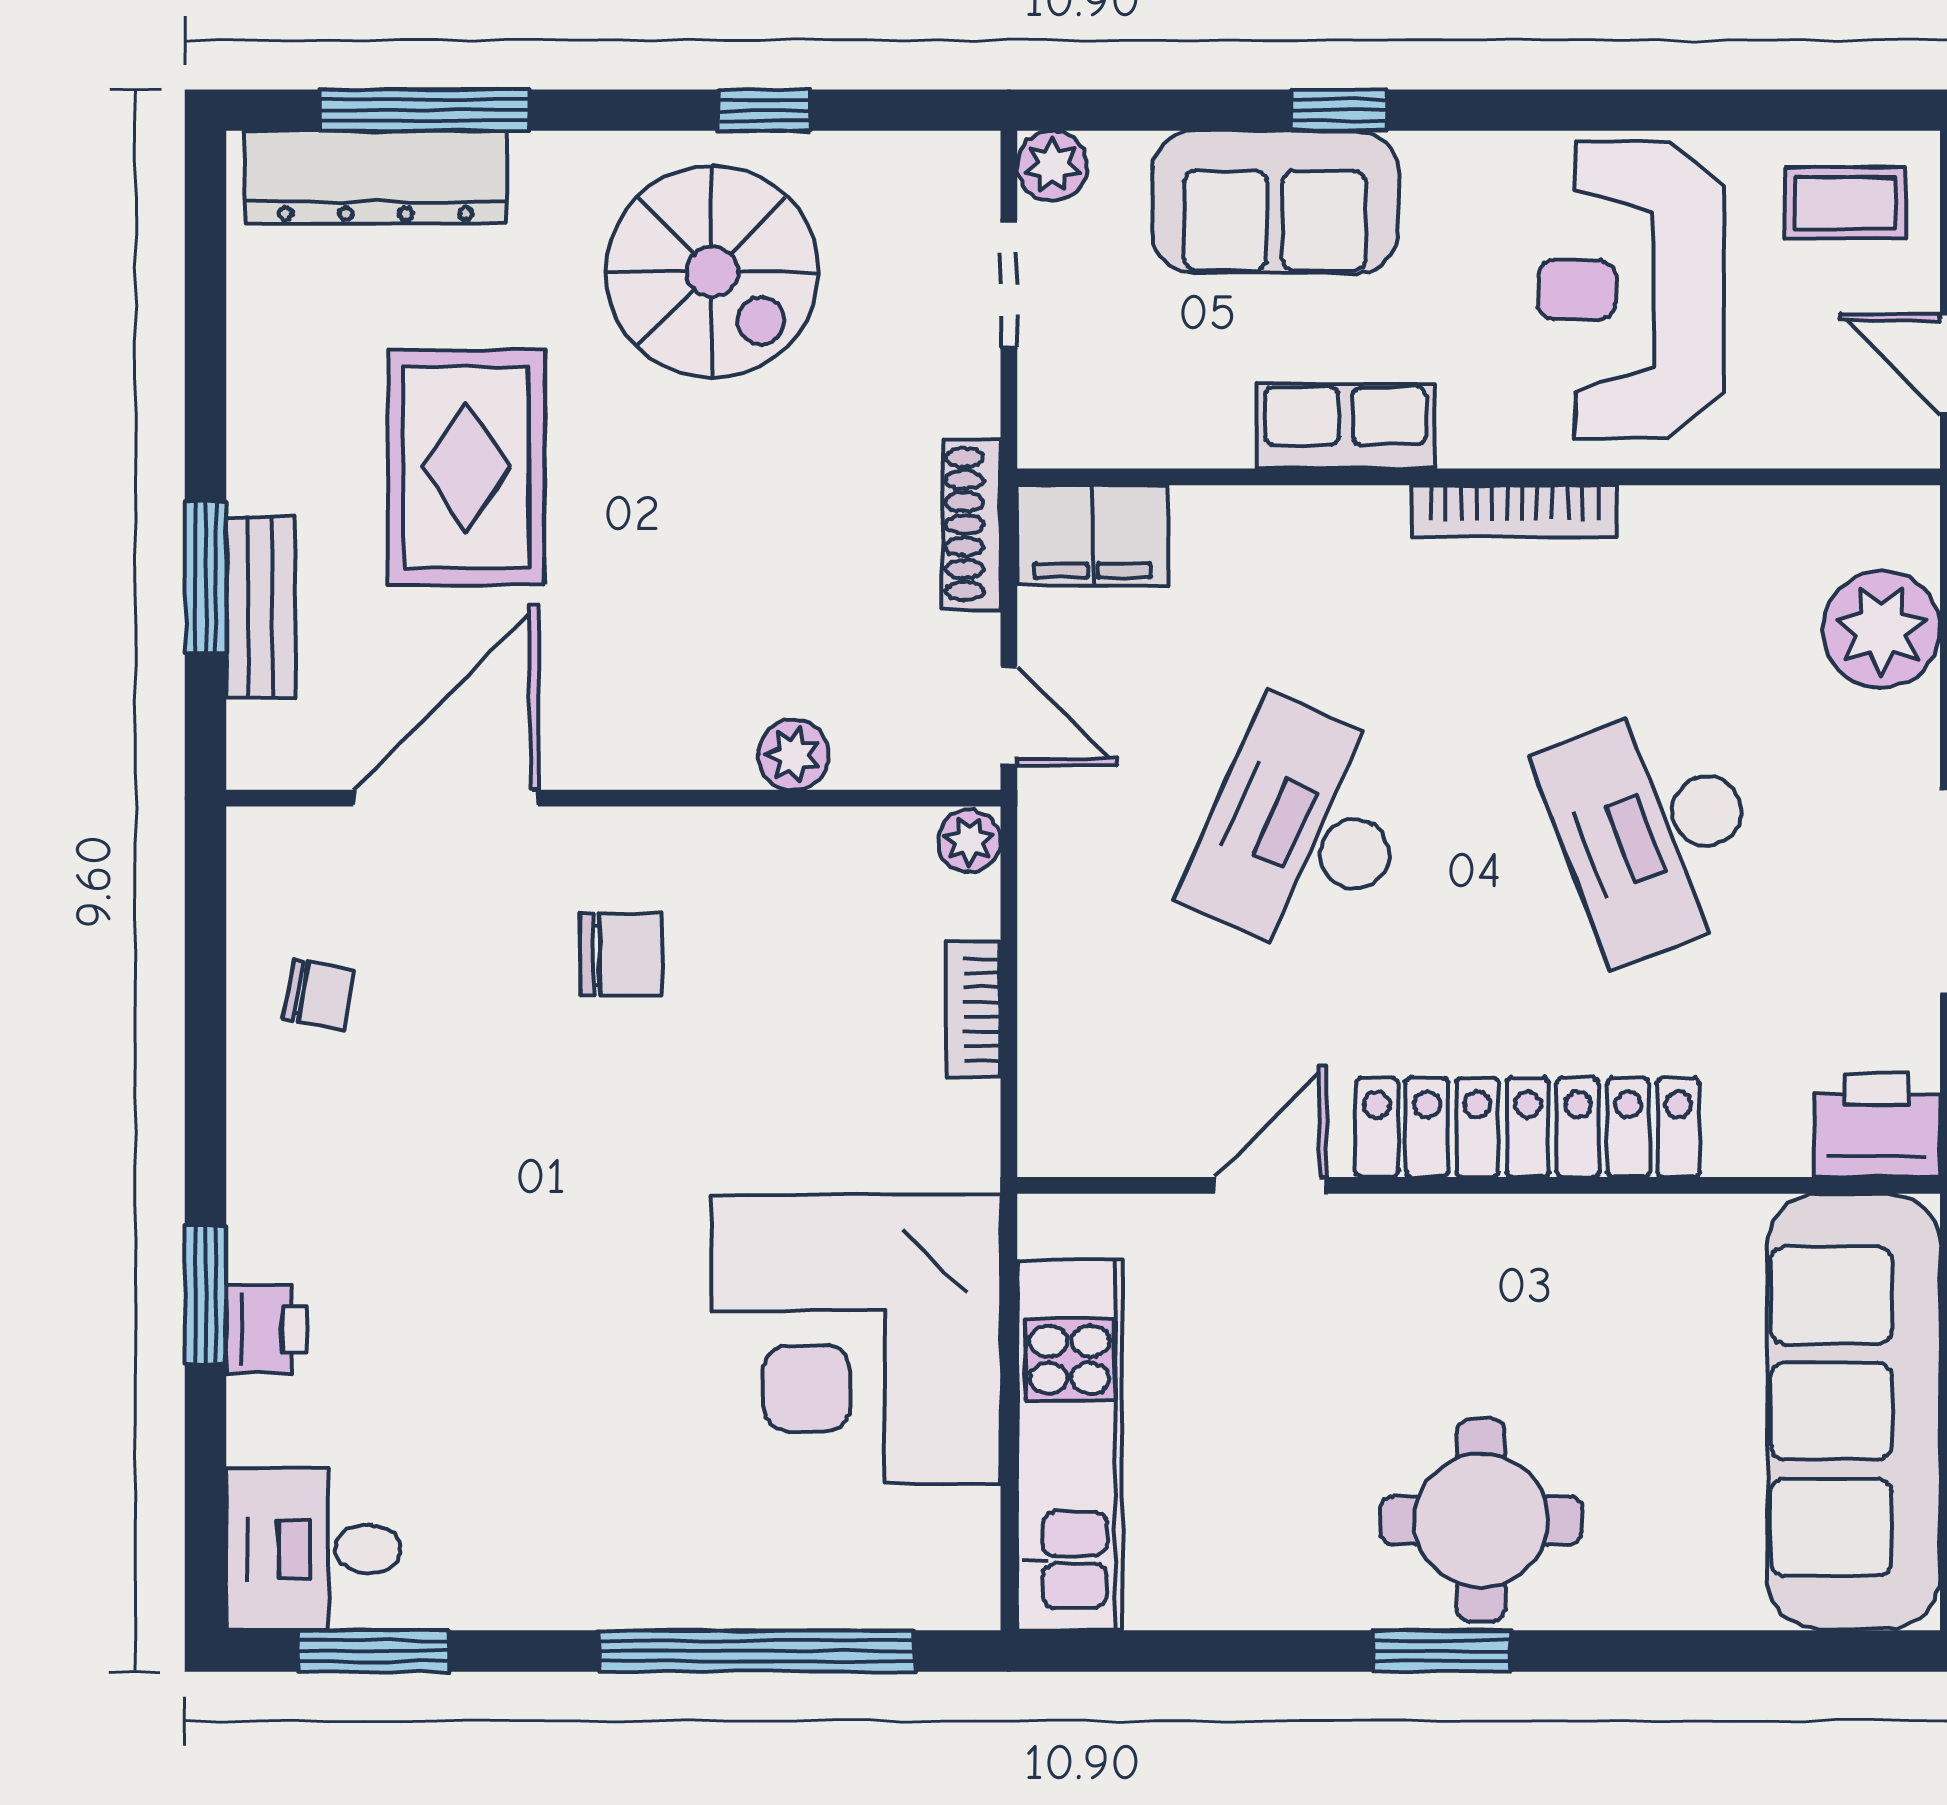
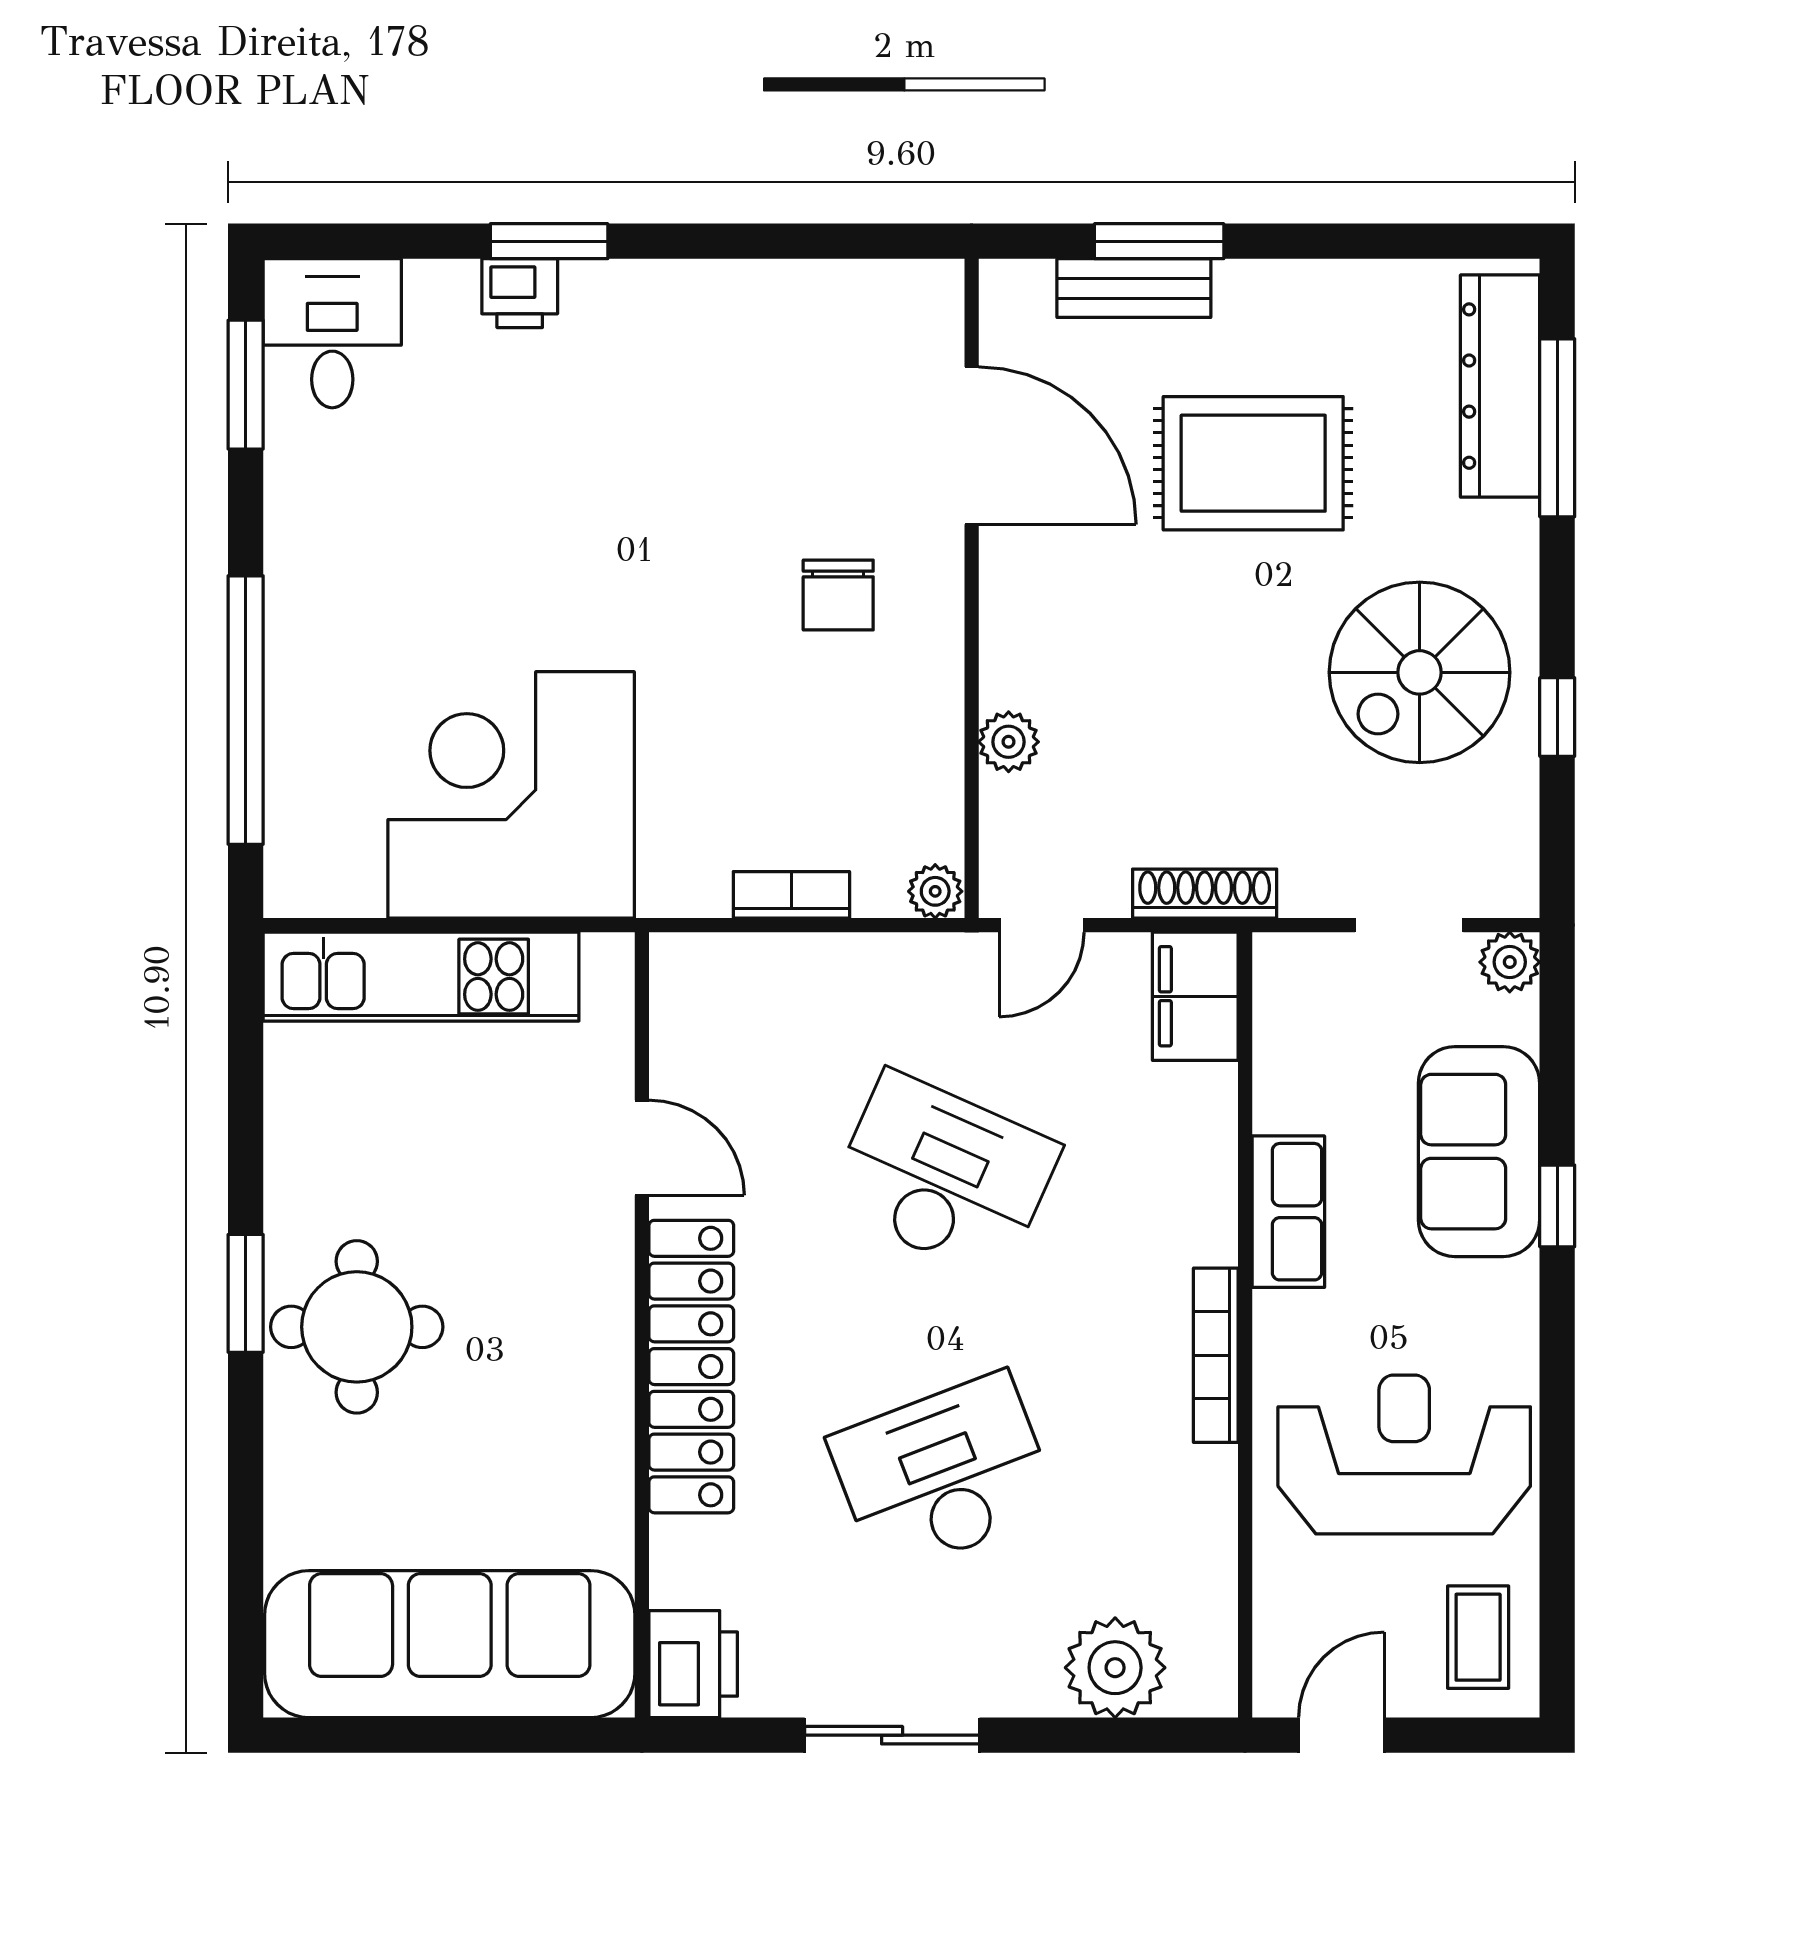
chair: (318, 995) -> (804, 337), removed

